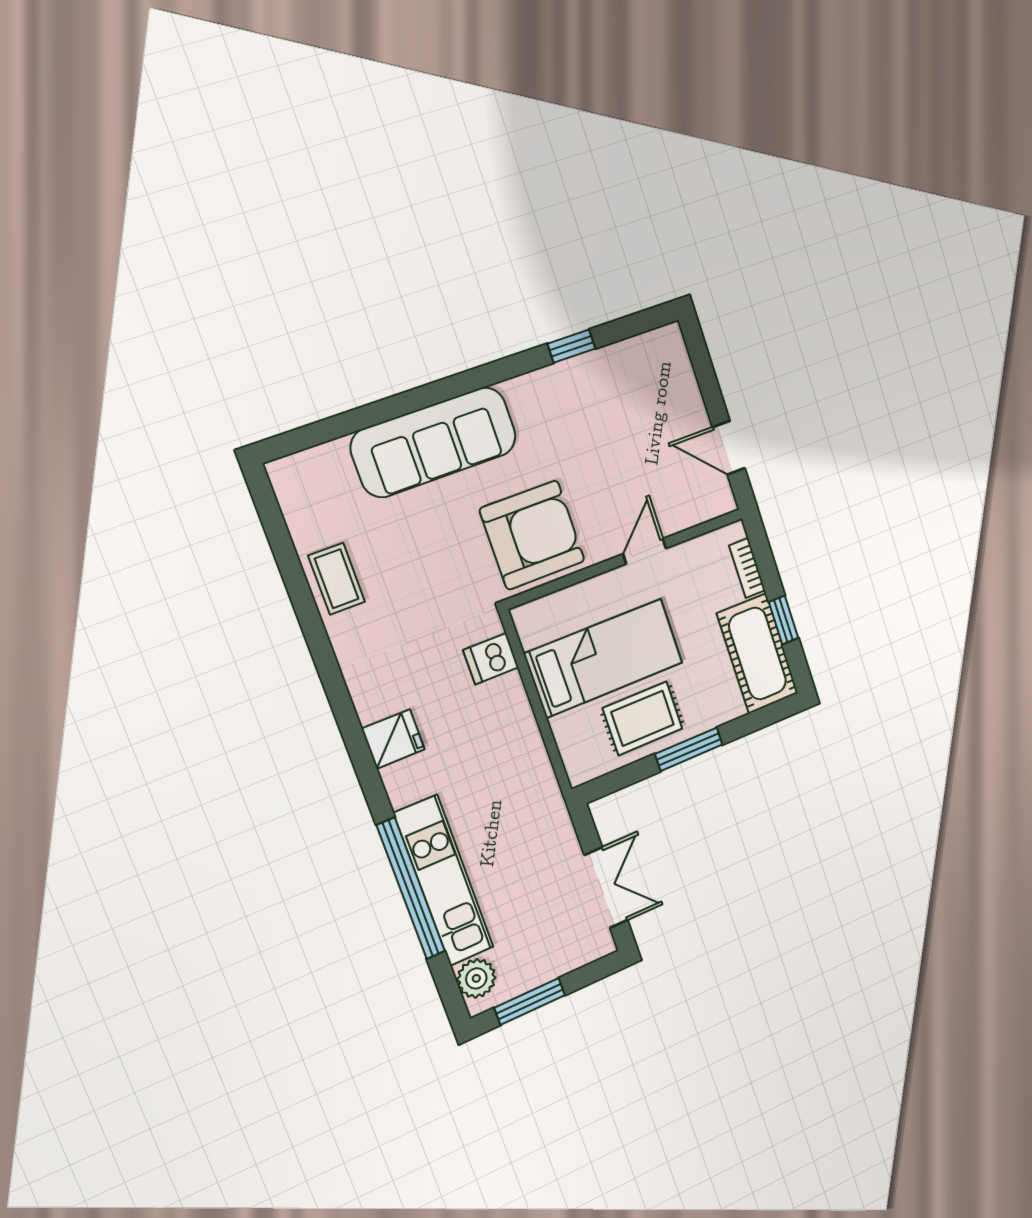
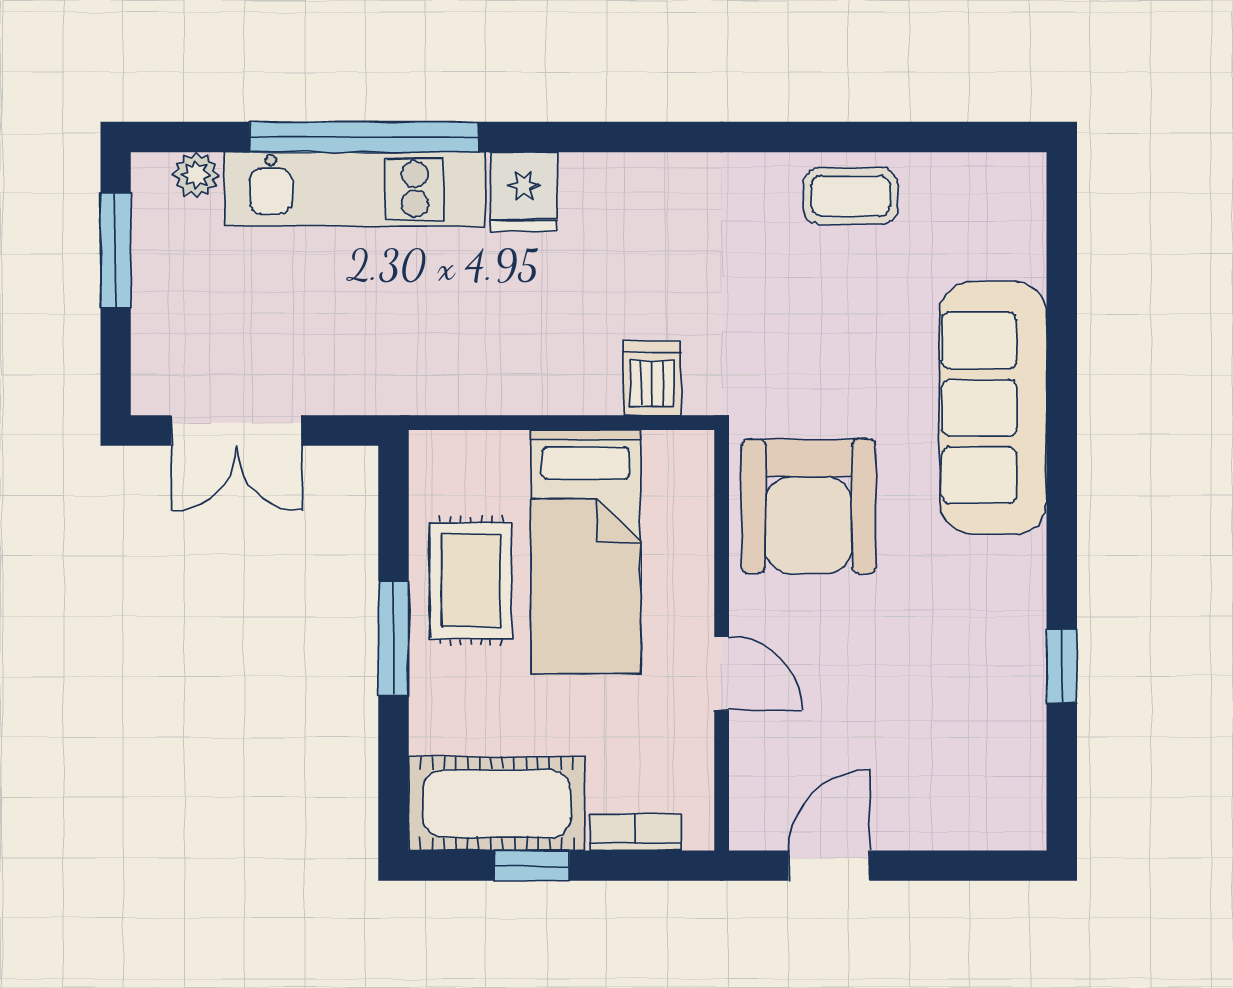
fridge: (393, 739) -> (524, 192), moved
plant: (476, 978) -> (196, 175), width x0.73, depth x0.73

